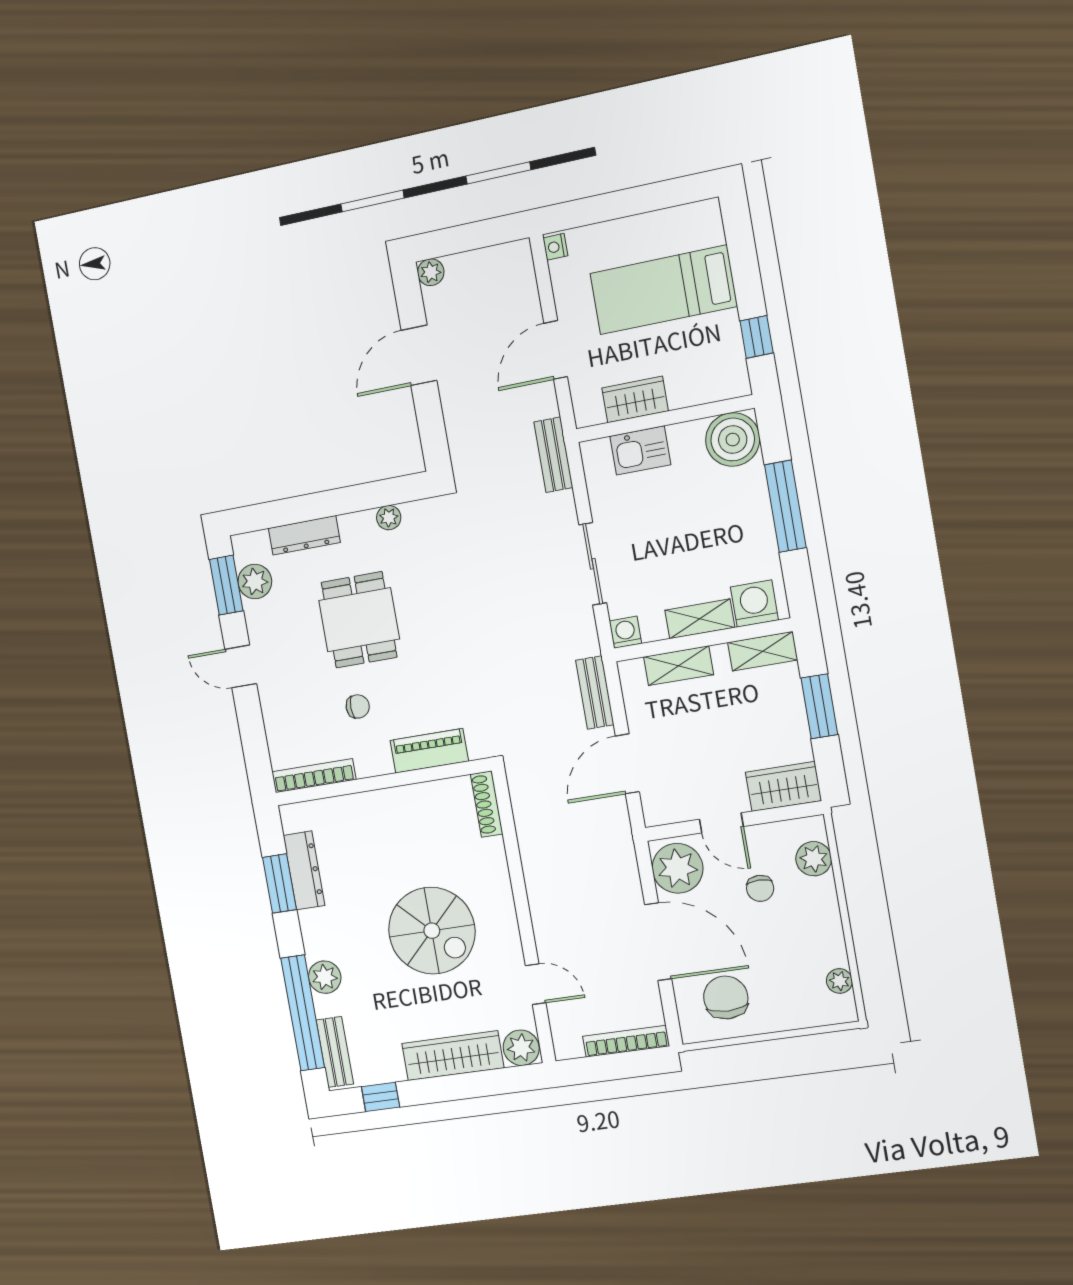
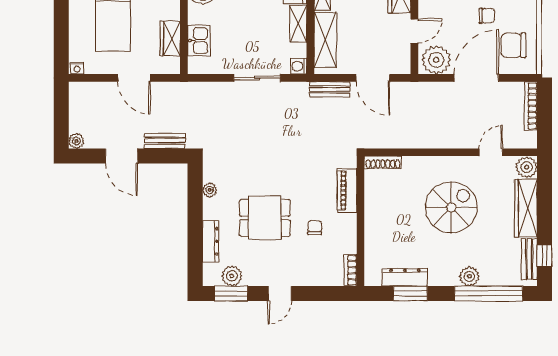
bench: (553, 455) -> (165, 141), moved
shelving: (678, 666) -> (325, 40), width x1.50, depth x1.33
bookcase: (314, 776) -> (350, 270), width x0.64
chair: (760, 888) -> (487, 16), moved
bench: (335, 1052) -> (529, 259), moved, turned 90

